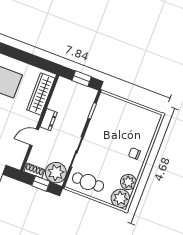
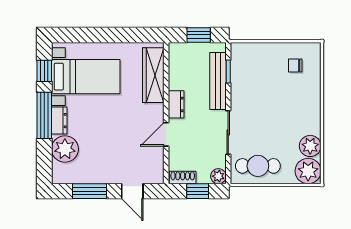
bench: (83, 115) -> (218, 81), added
chair: (134, 154) -> (295, 65), moved
plant: (56, 173) -> (218, 176), width x0.53, depth x0.53

